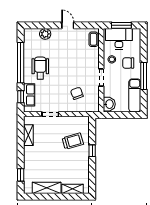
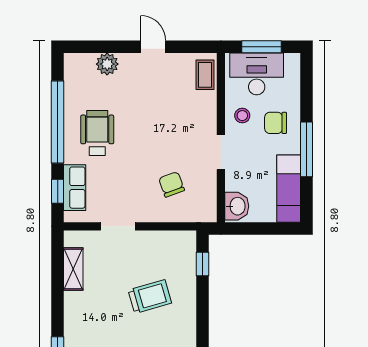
trolley: (73, 141) -> (150, 297), moved
window: (92, 151) -> (202, 264), moved

